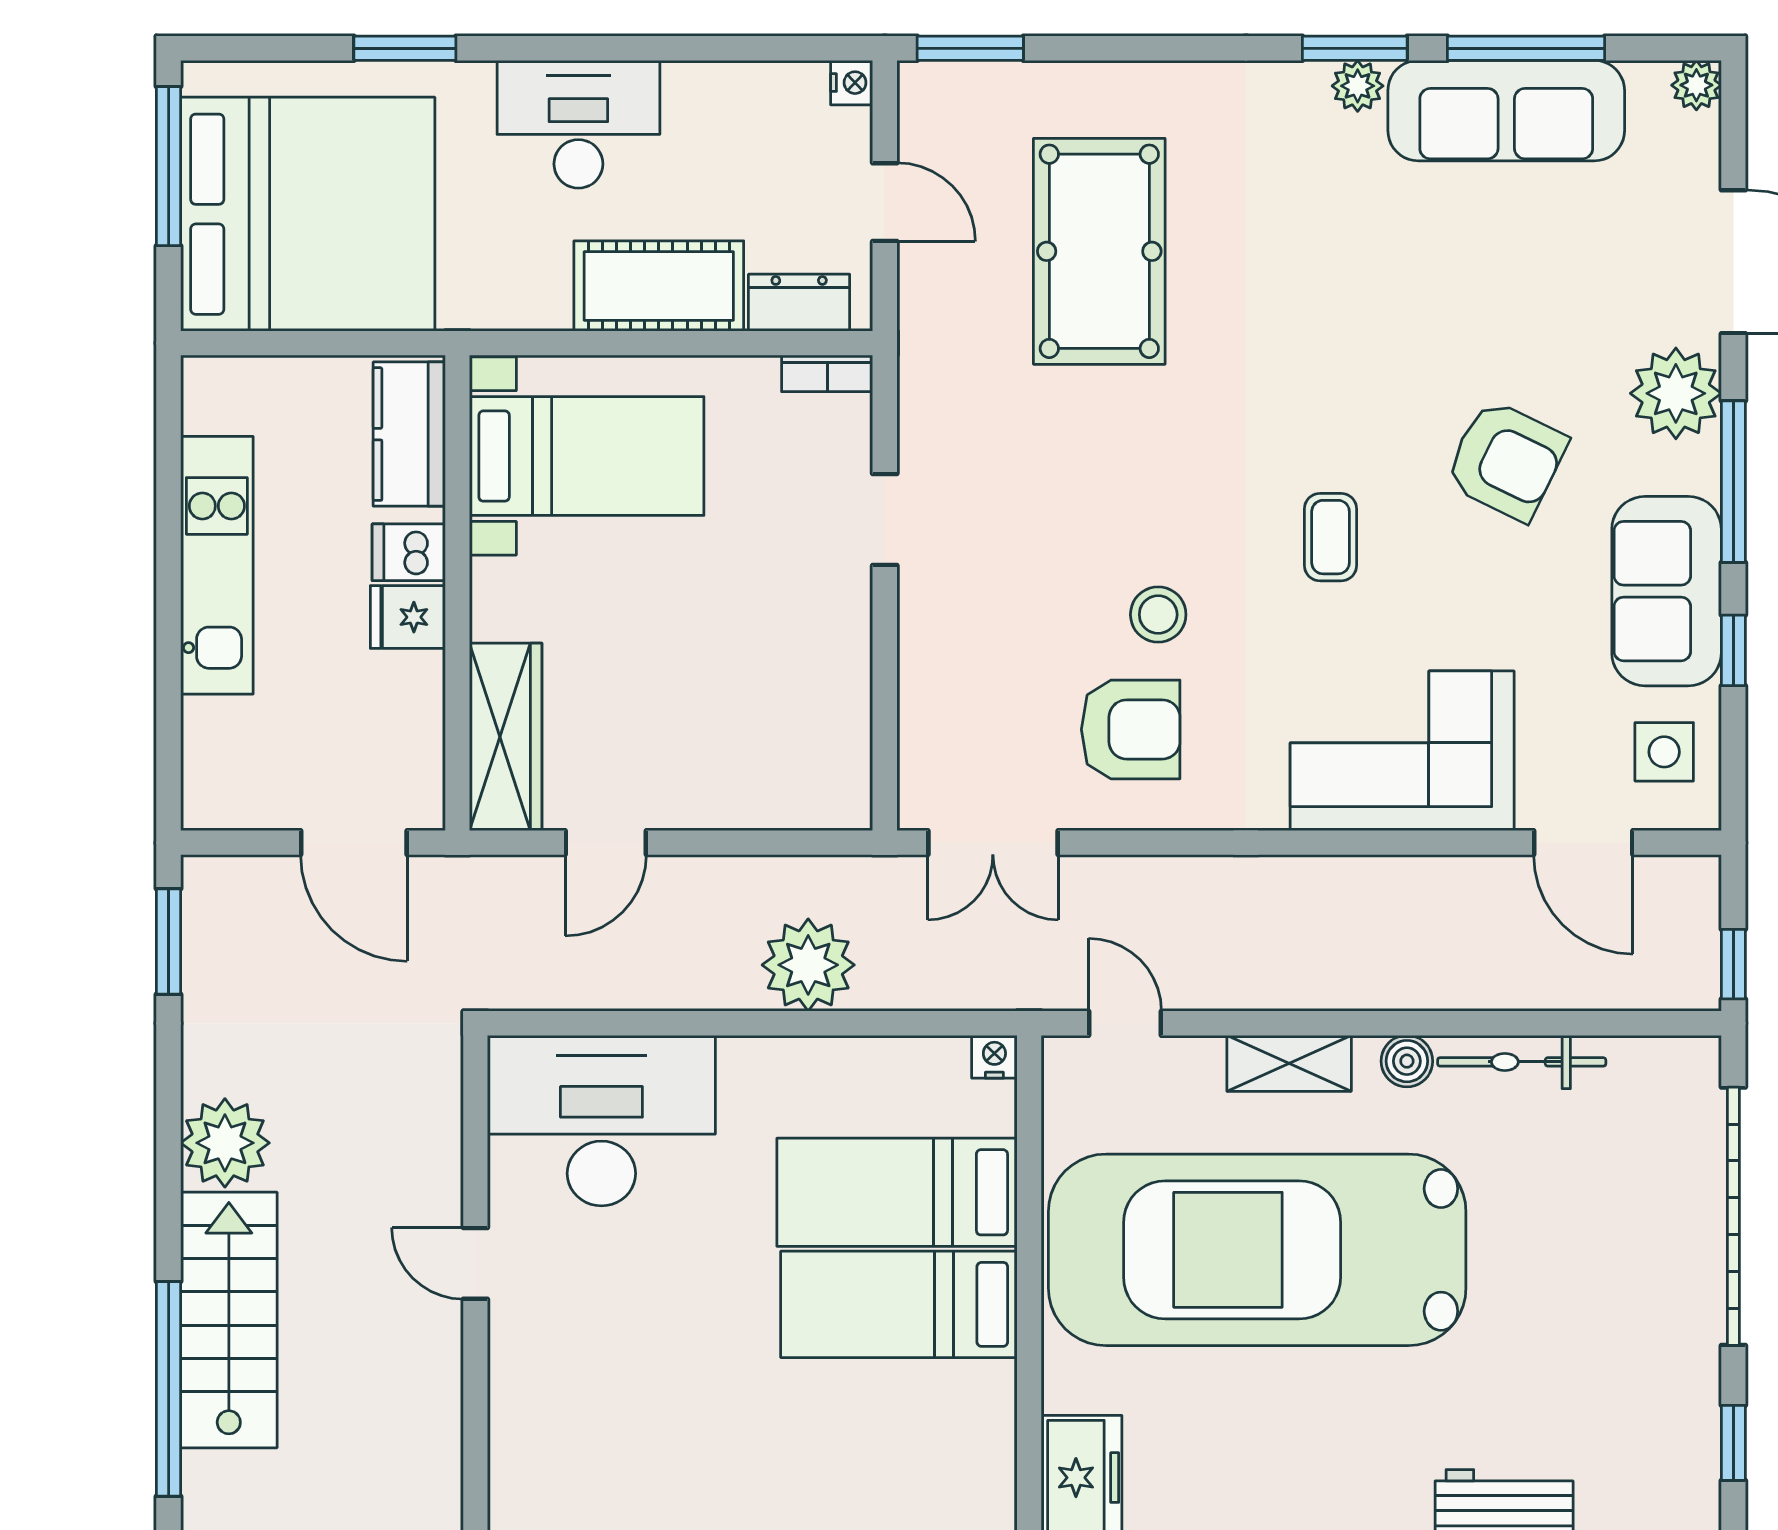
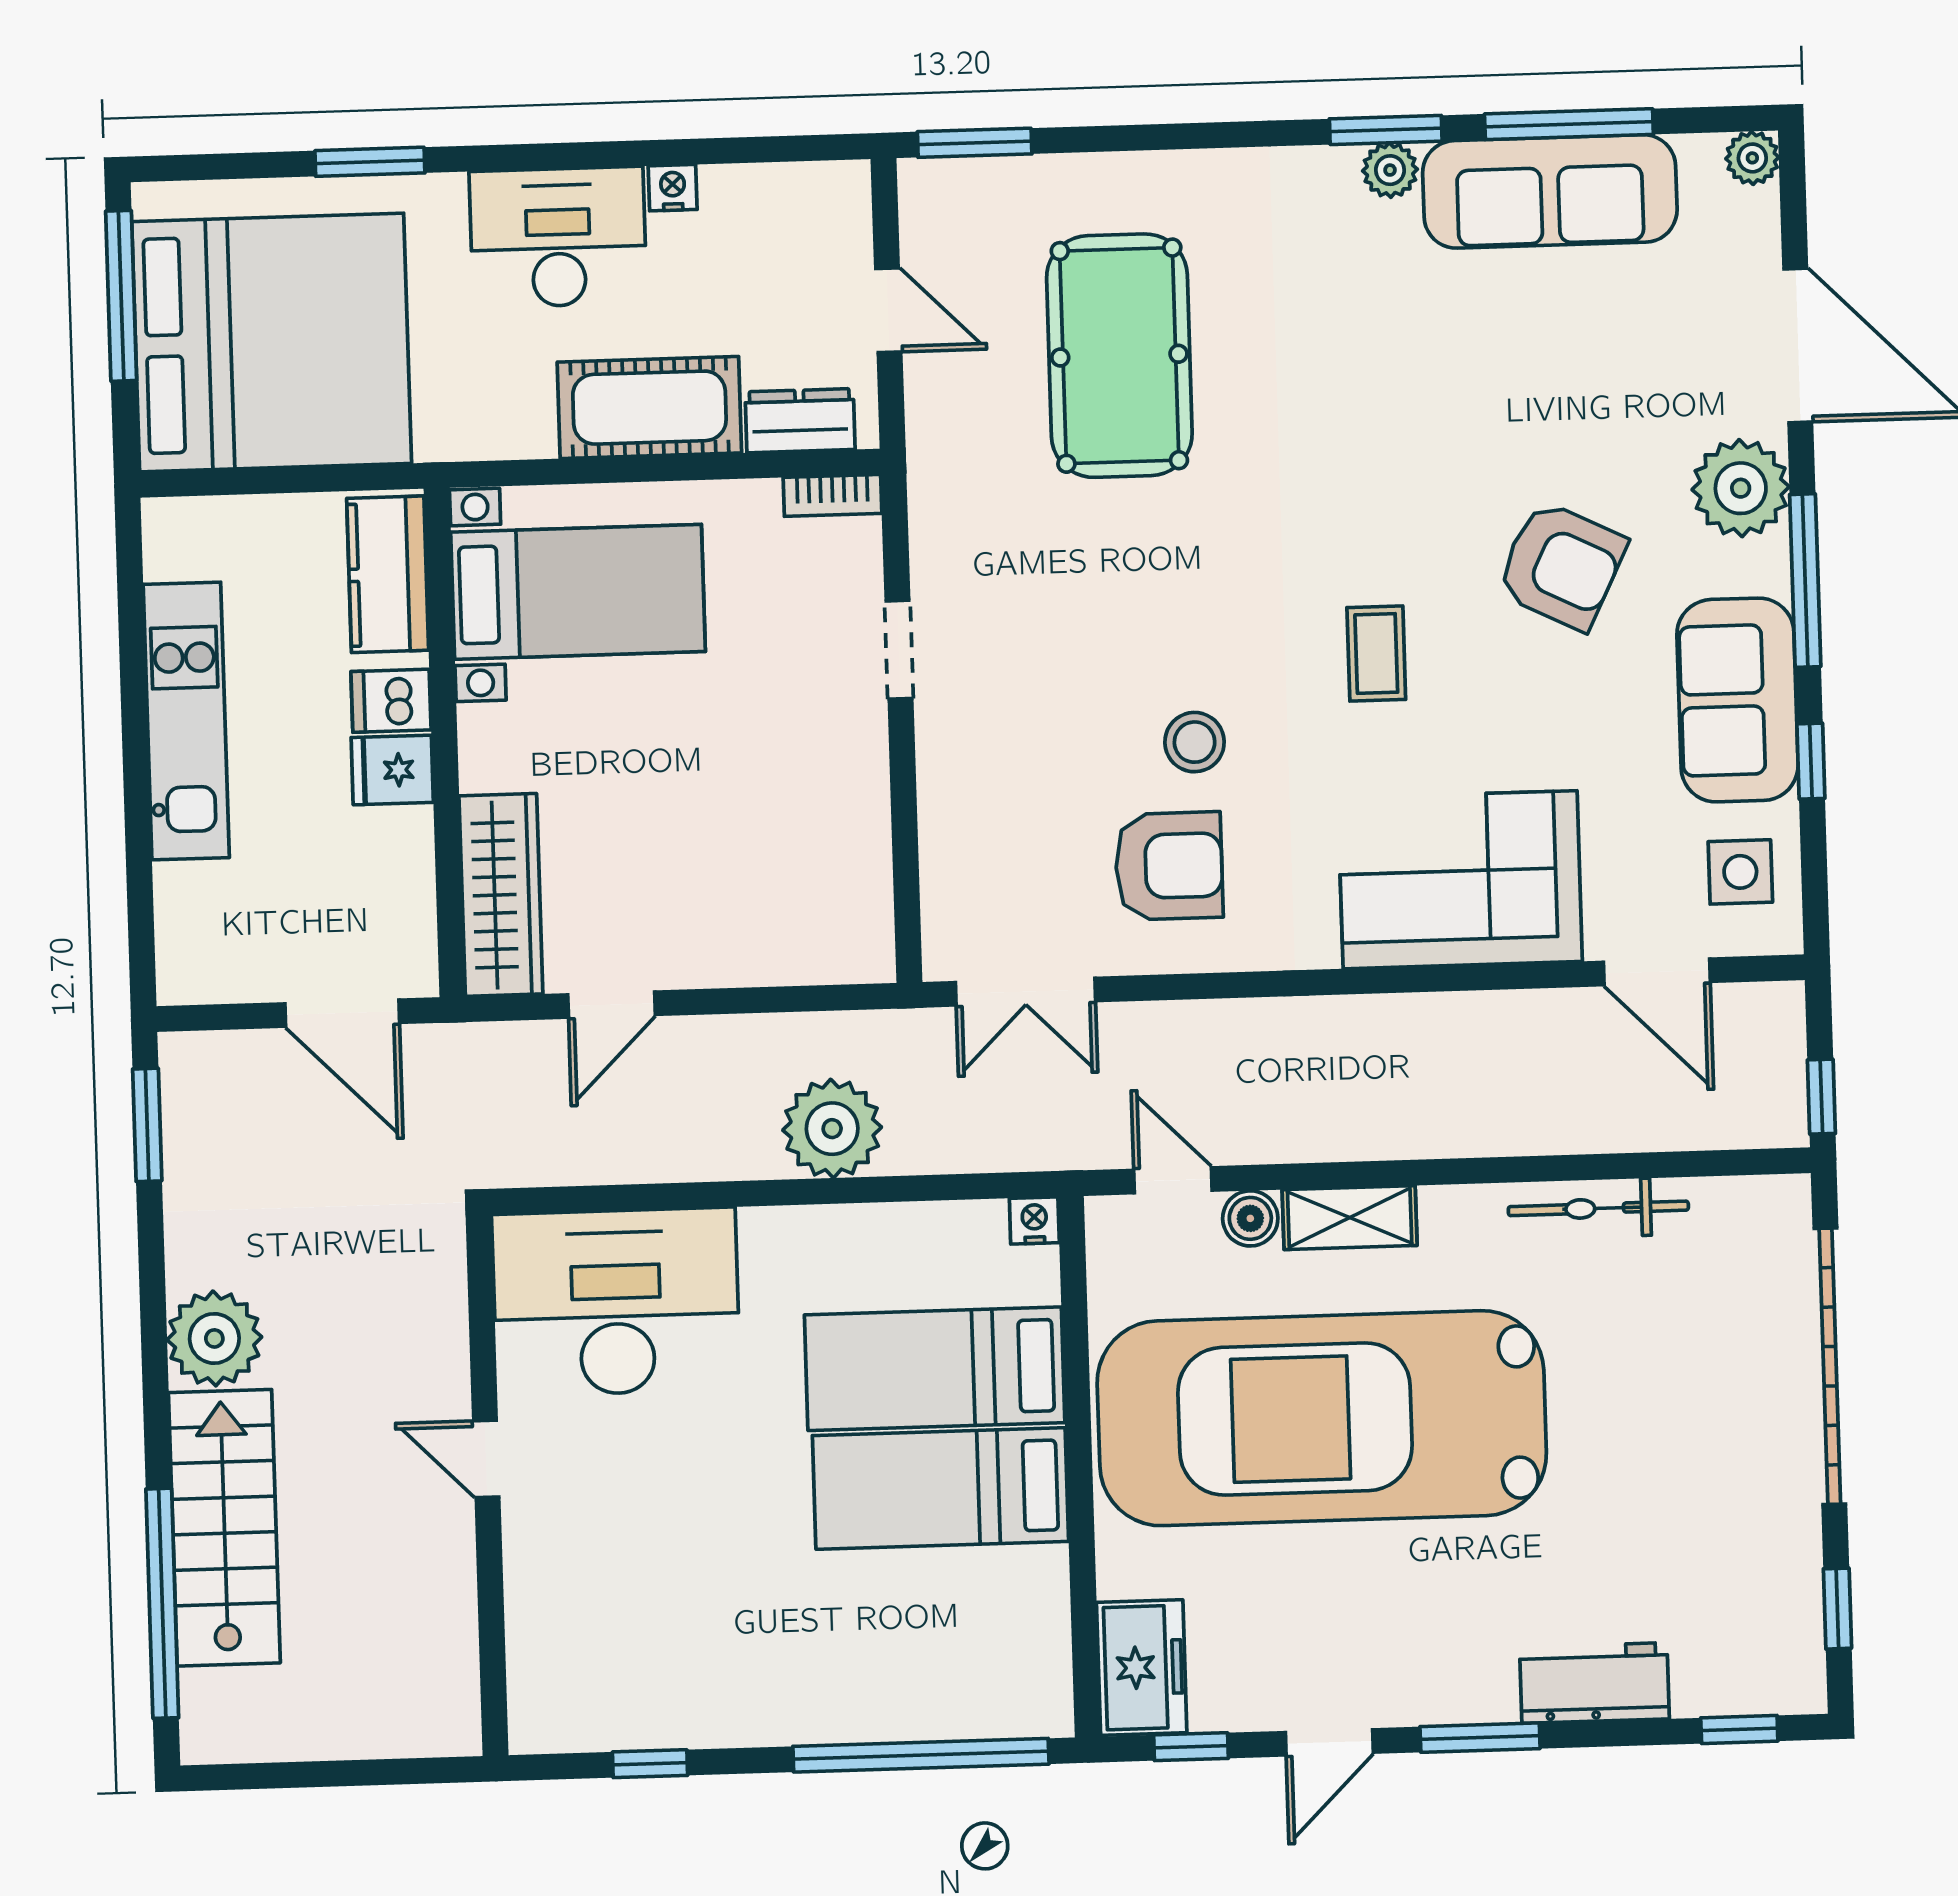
nightstand: (852, 83) -> (673, 188), moved, turned -90
boiler: (1407, 1061) -> (1250, 1218), moved

